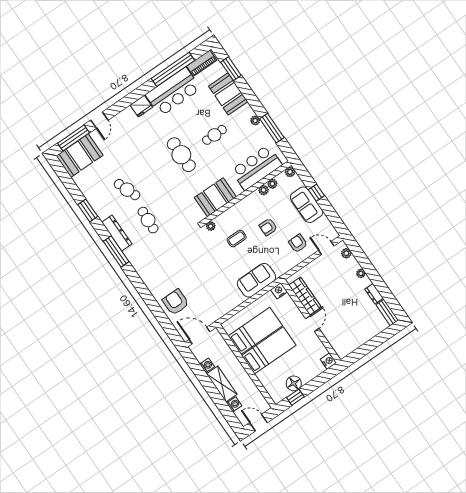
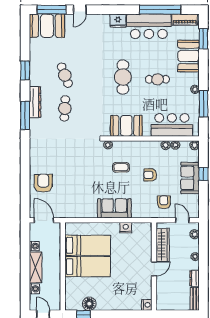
wardrobe: (305, 296) -> (163, 245), moved
wall: (311, 321) -> (154, 266), moved
door: (312, 323) -> (154, 269), moved
nightstand: (328, 361) -> (147, 305), moved

